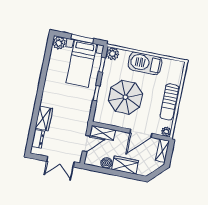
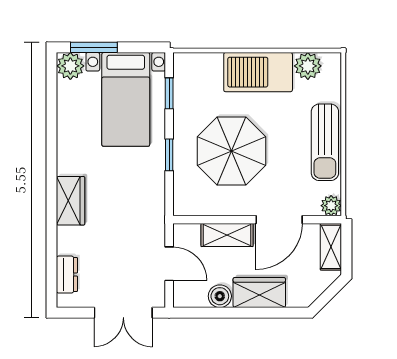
window: (82, 39) -> (94, 47), moved
plant: (113, 54) -> (308, 66), moved
wardrobe: (44, 118) -> (71, 201), moved
shelving: (103, 133) -> (227, 235), moved
door: (86, 143) -> (169, 264), hinge flipped

